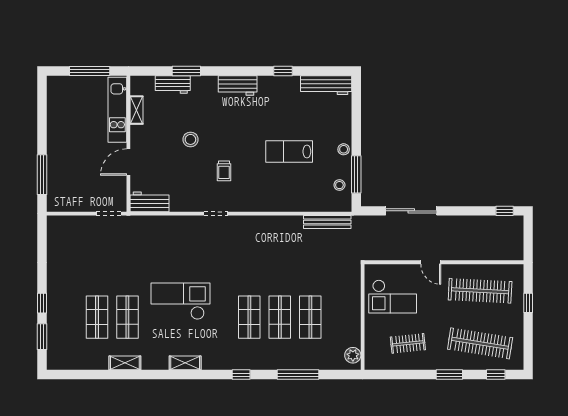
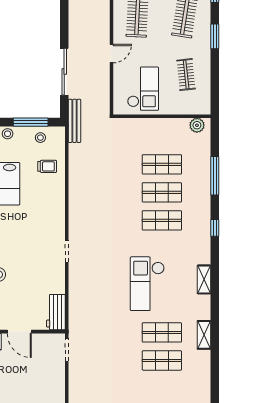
trolley: (224, 171) -> (47, 166), moved
bench: (327, 222) -> (74, 121), moved

